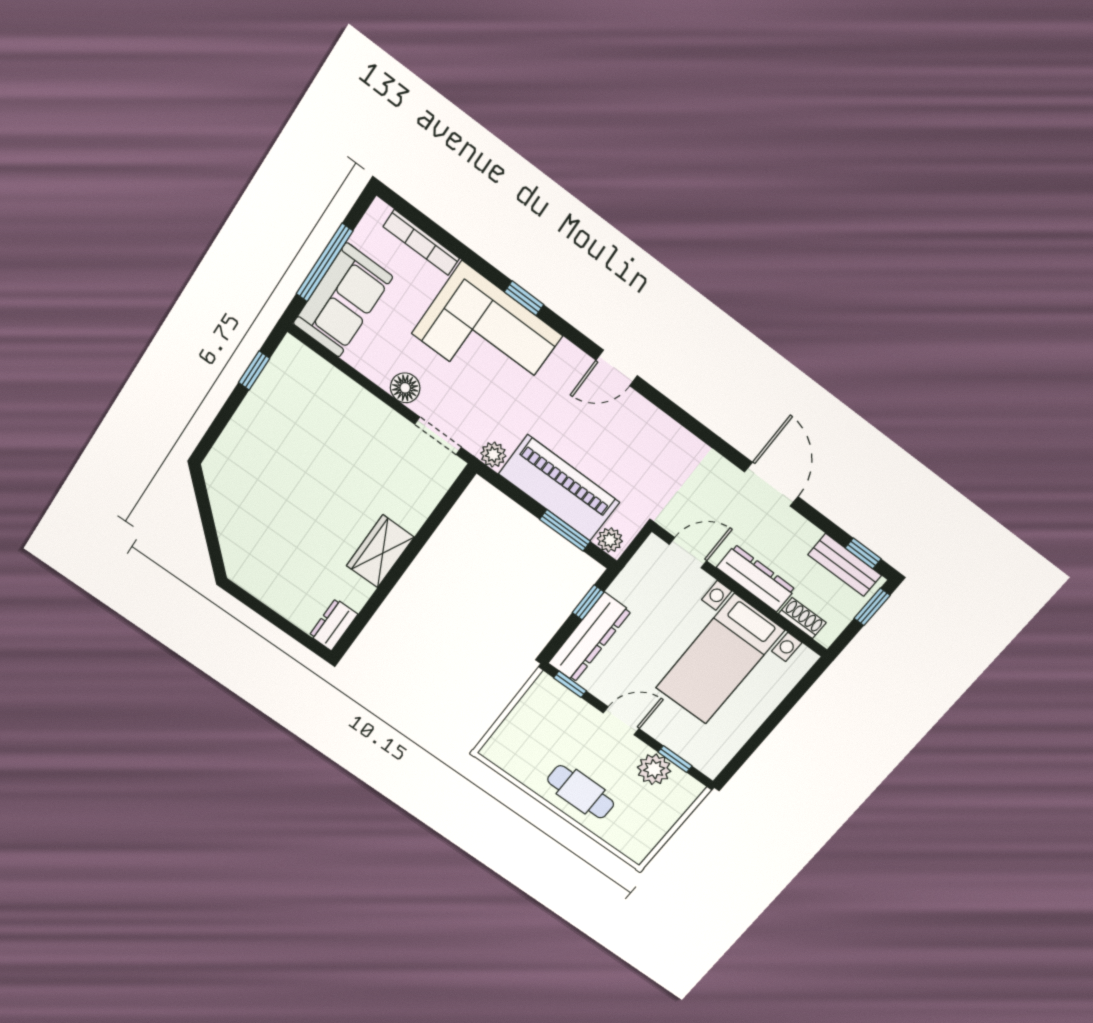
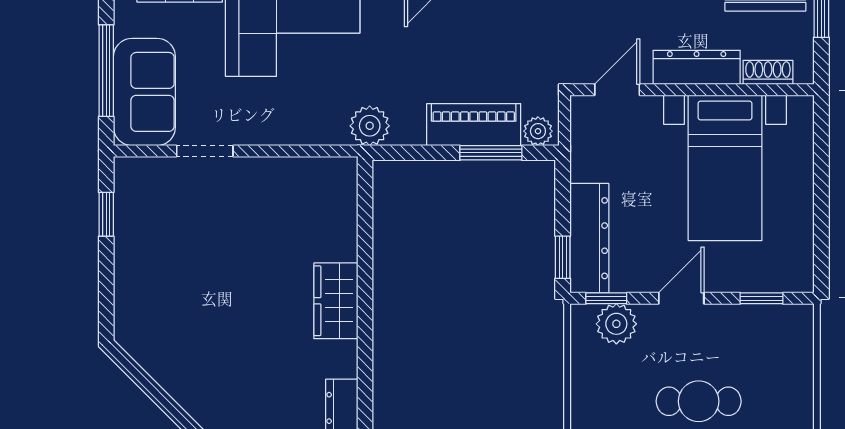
floor lamp: (405, 388) -> (253, 129), removed
doorway: (438, 436) -> (205, 151), moved
plant: (493, 455) -> (370, 126), width x1.38, depth x1.38
piano: (559, 488) -> (474, 125), width x0.73, depth x0.75
window: (588, 602) -> (563, 257), moved
plant: (654, 769) -> (616, 324), moved

